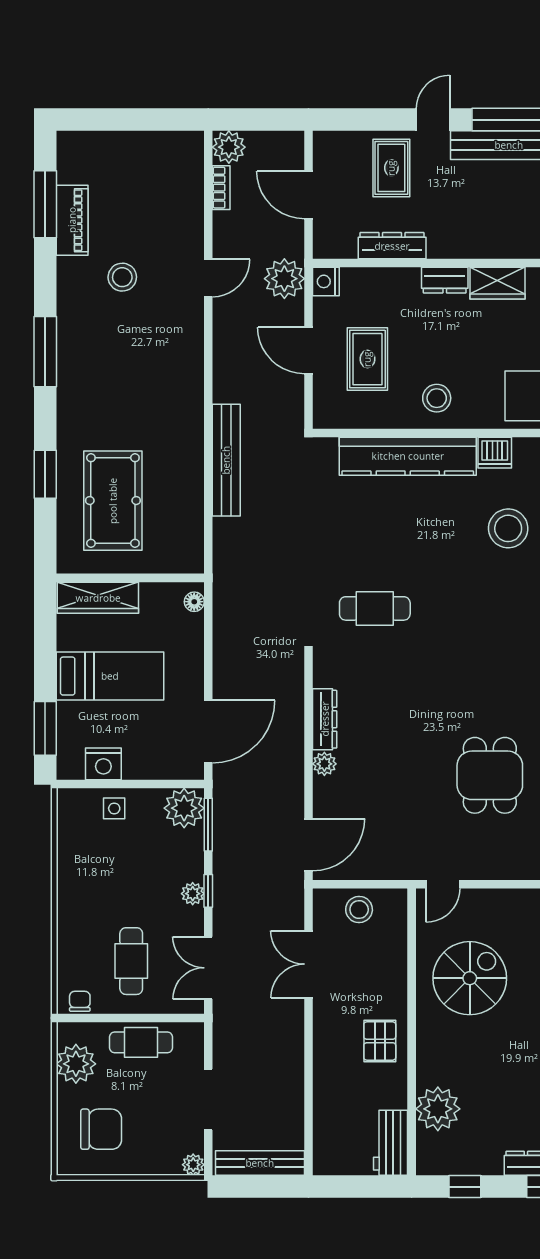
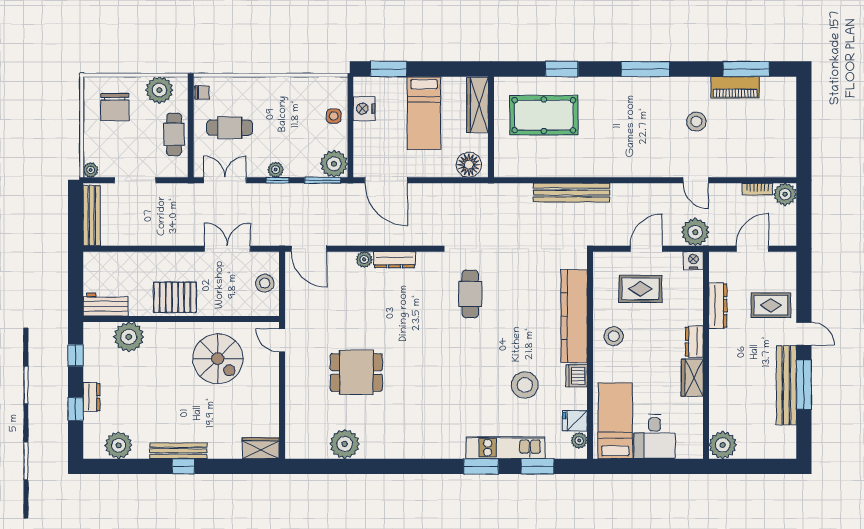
floor lamp: (194, 602) -> (469, 165), width x1.89, depth x1.89
pallet: (380, 1041) -> (175, 297), width x1.50, depth x1.42

